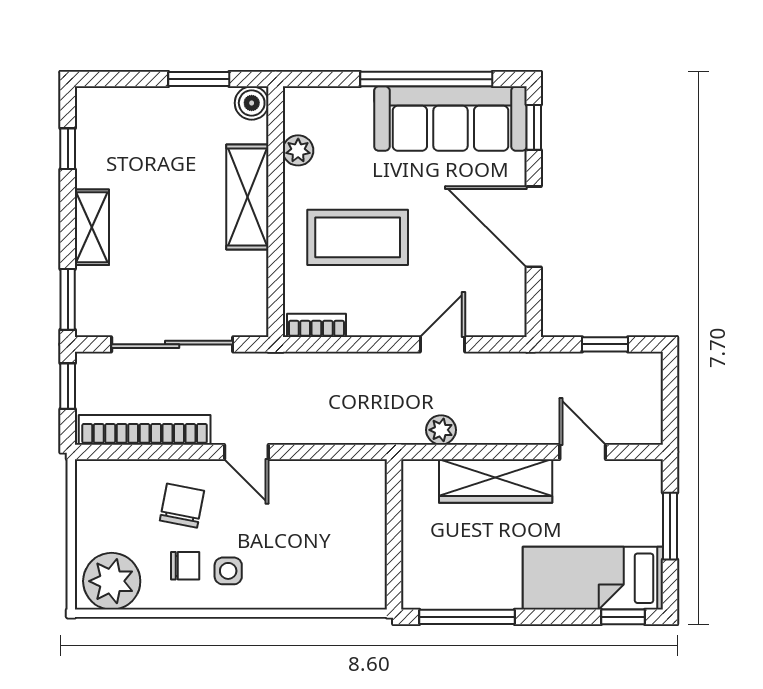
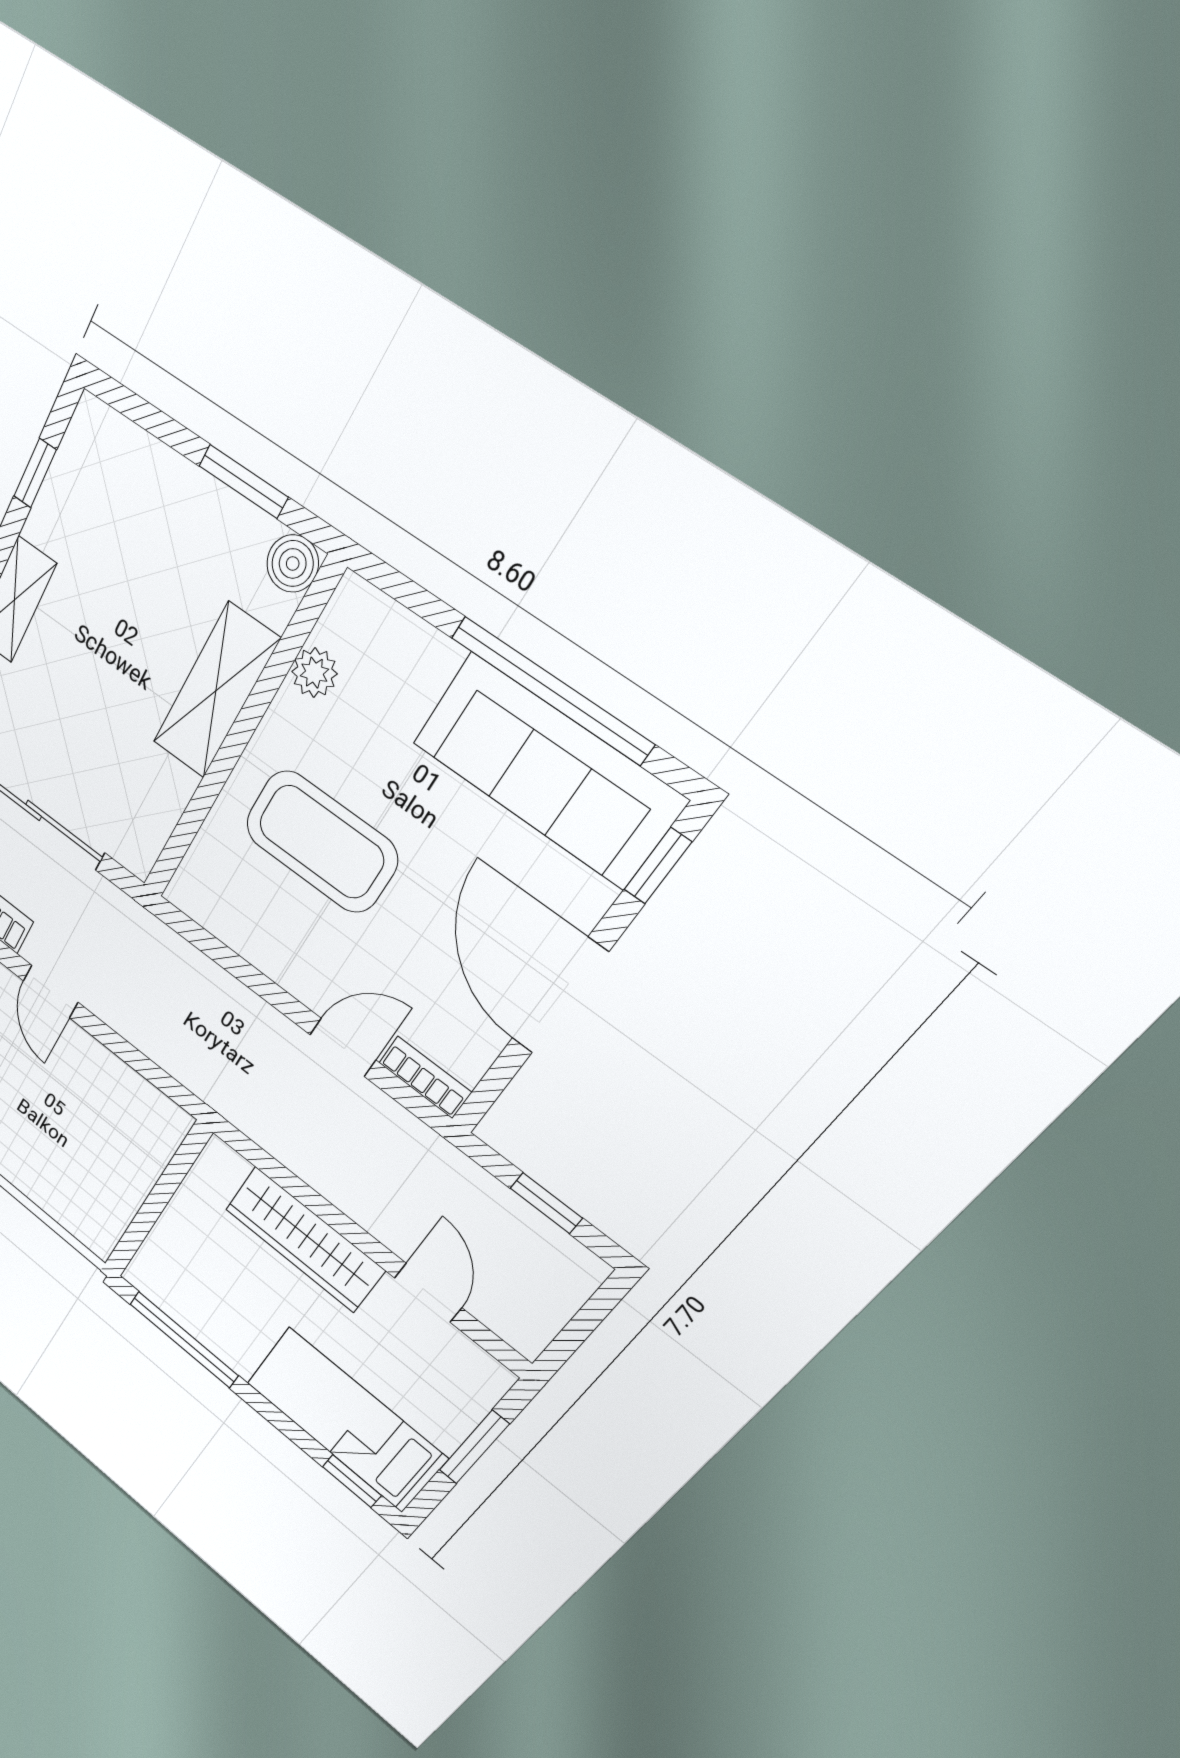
bookcase: (316, 325) -> (425, 1077), moved
plant: (441, 430) -> (278, 1138), removed

